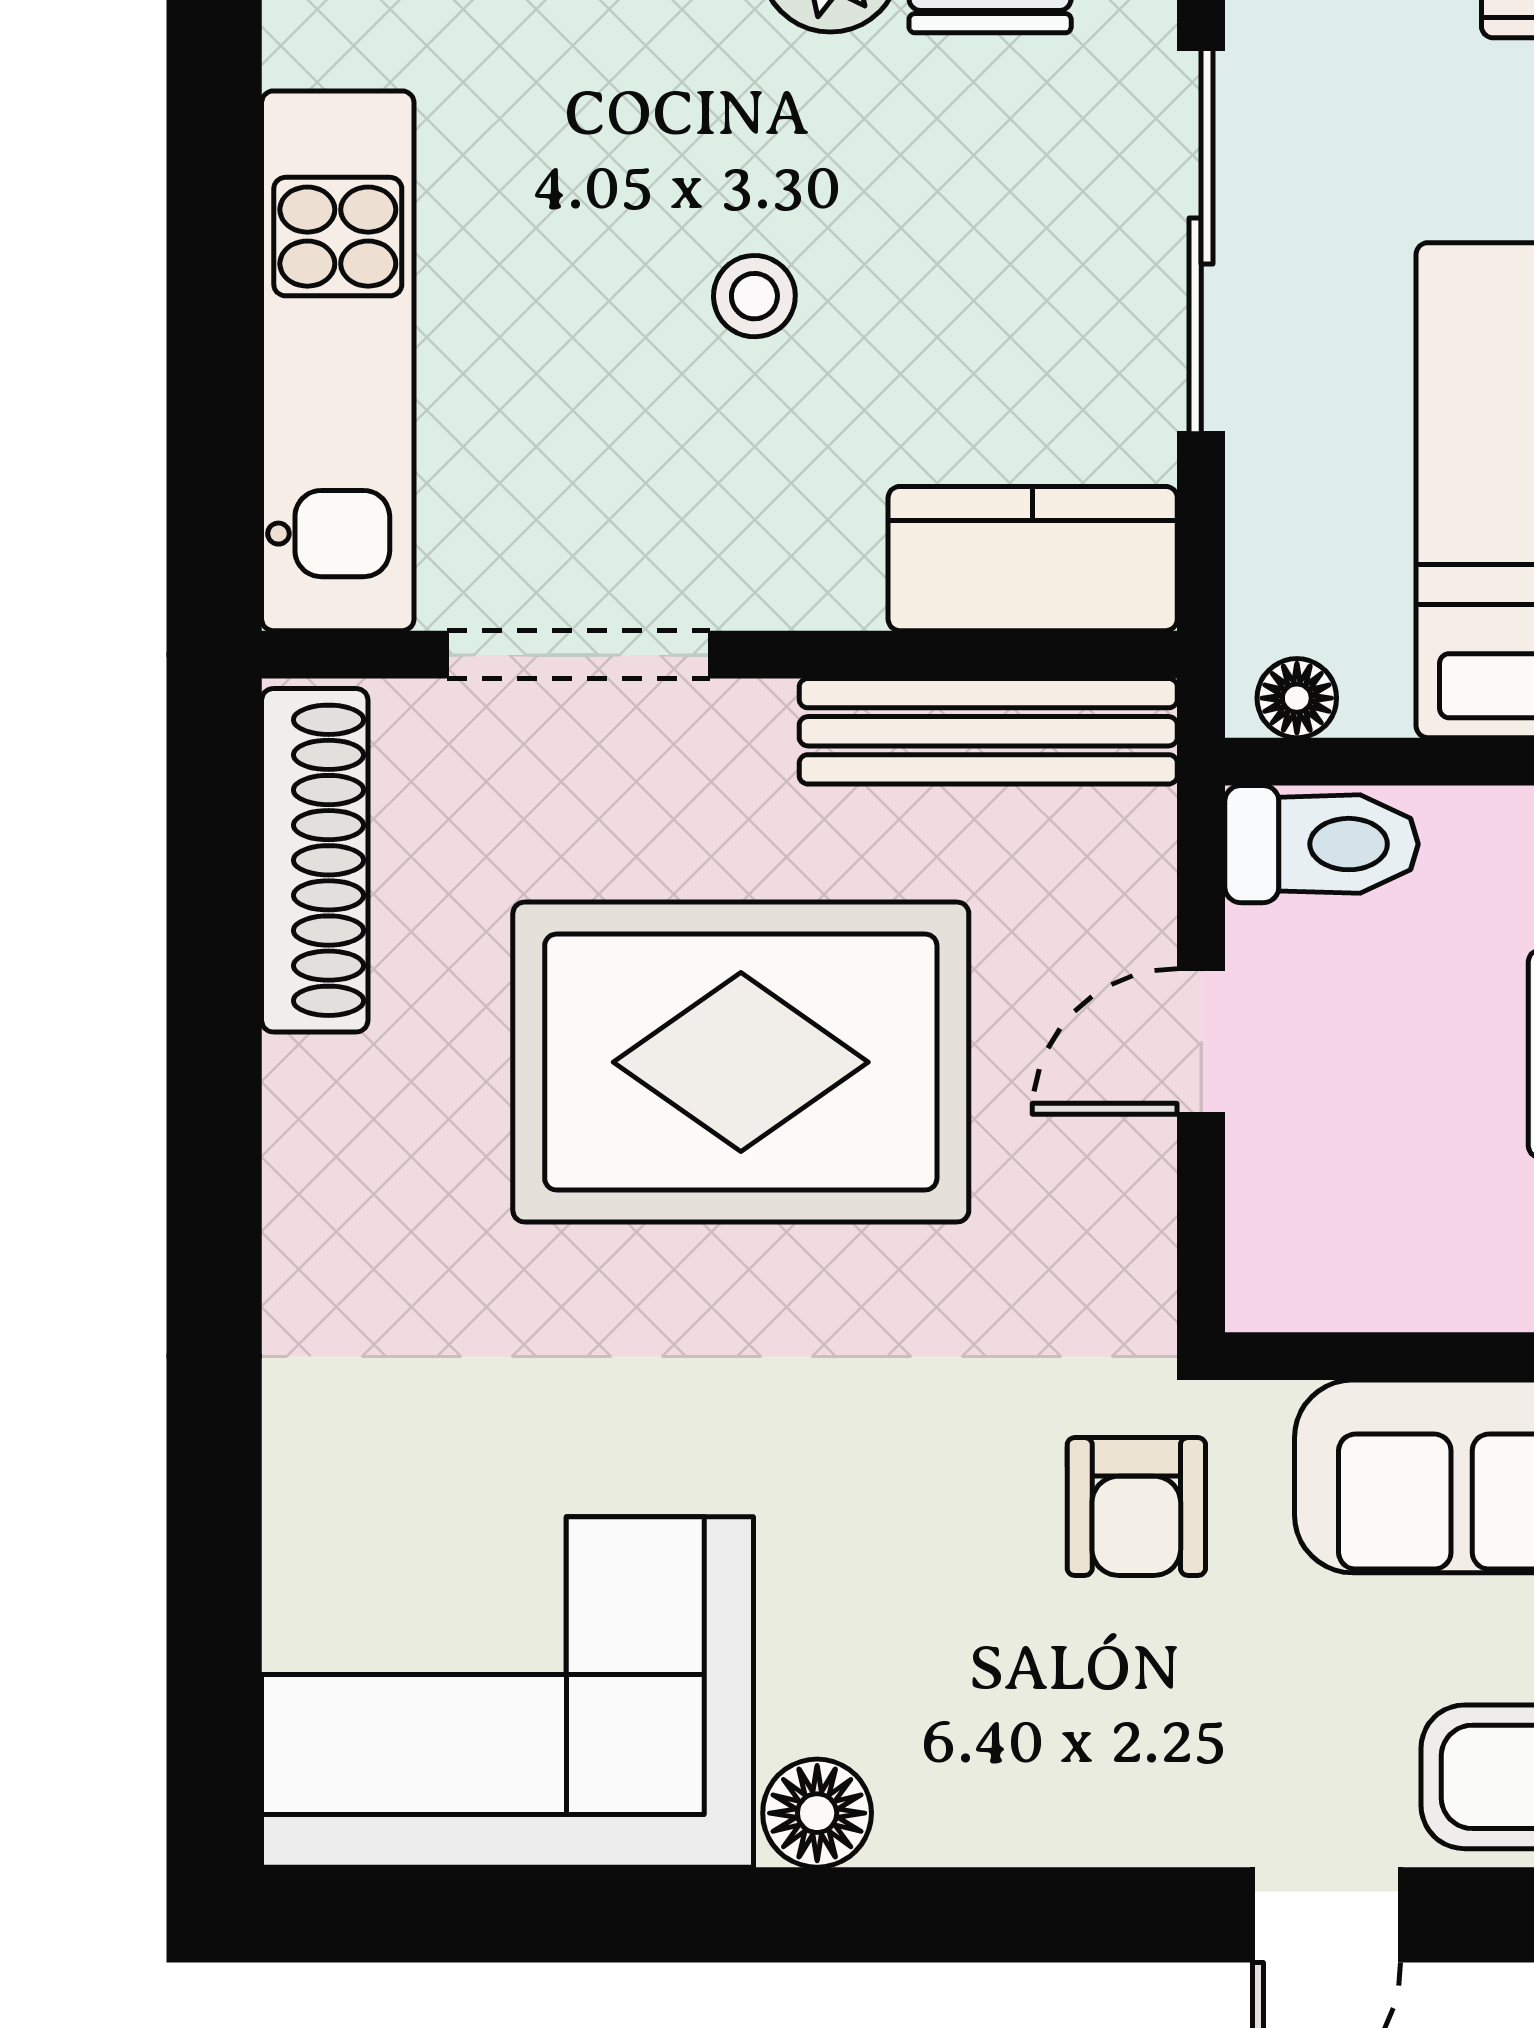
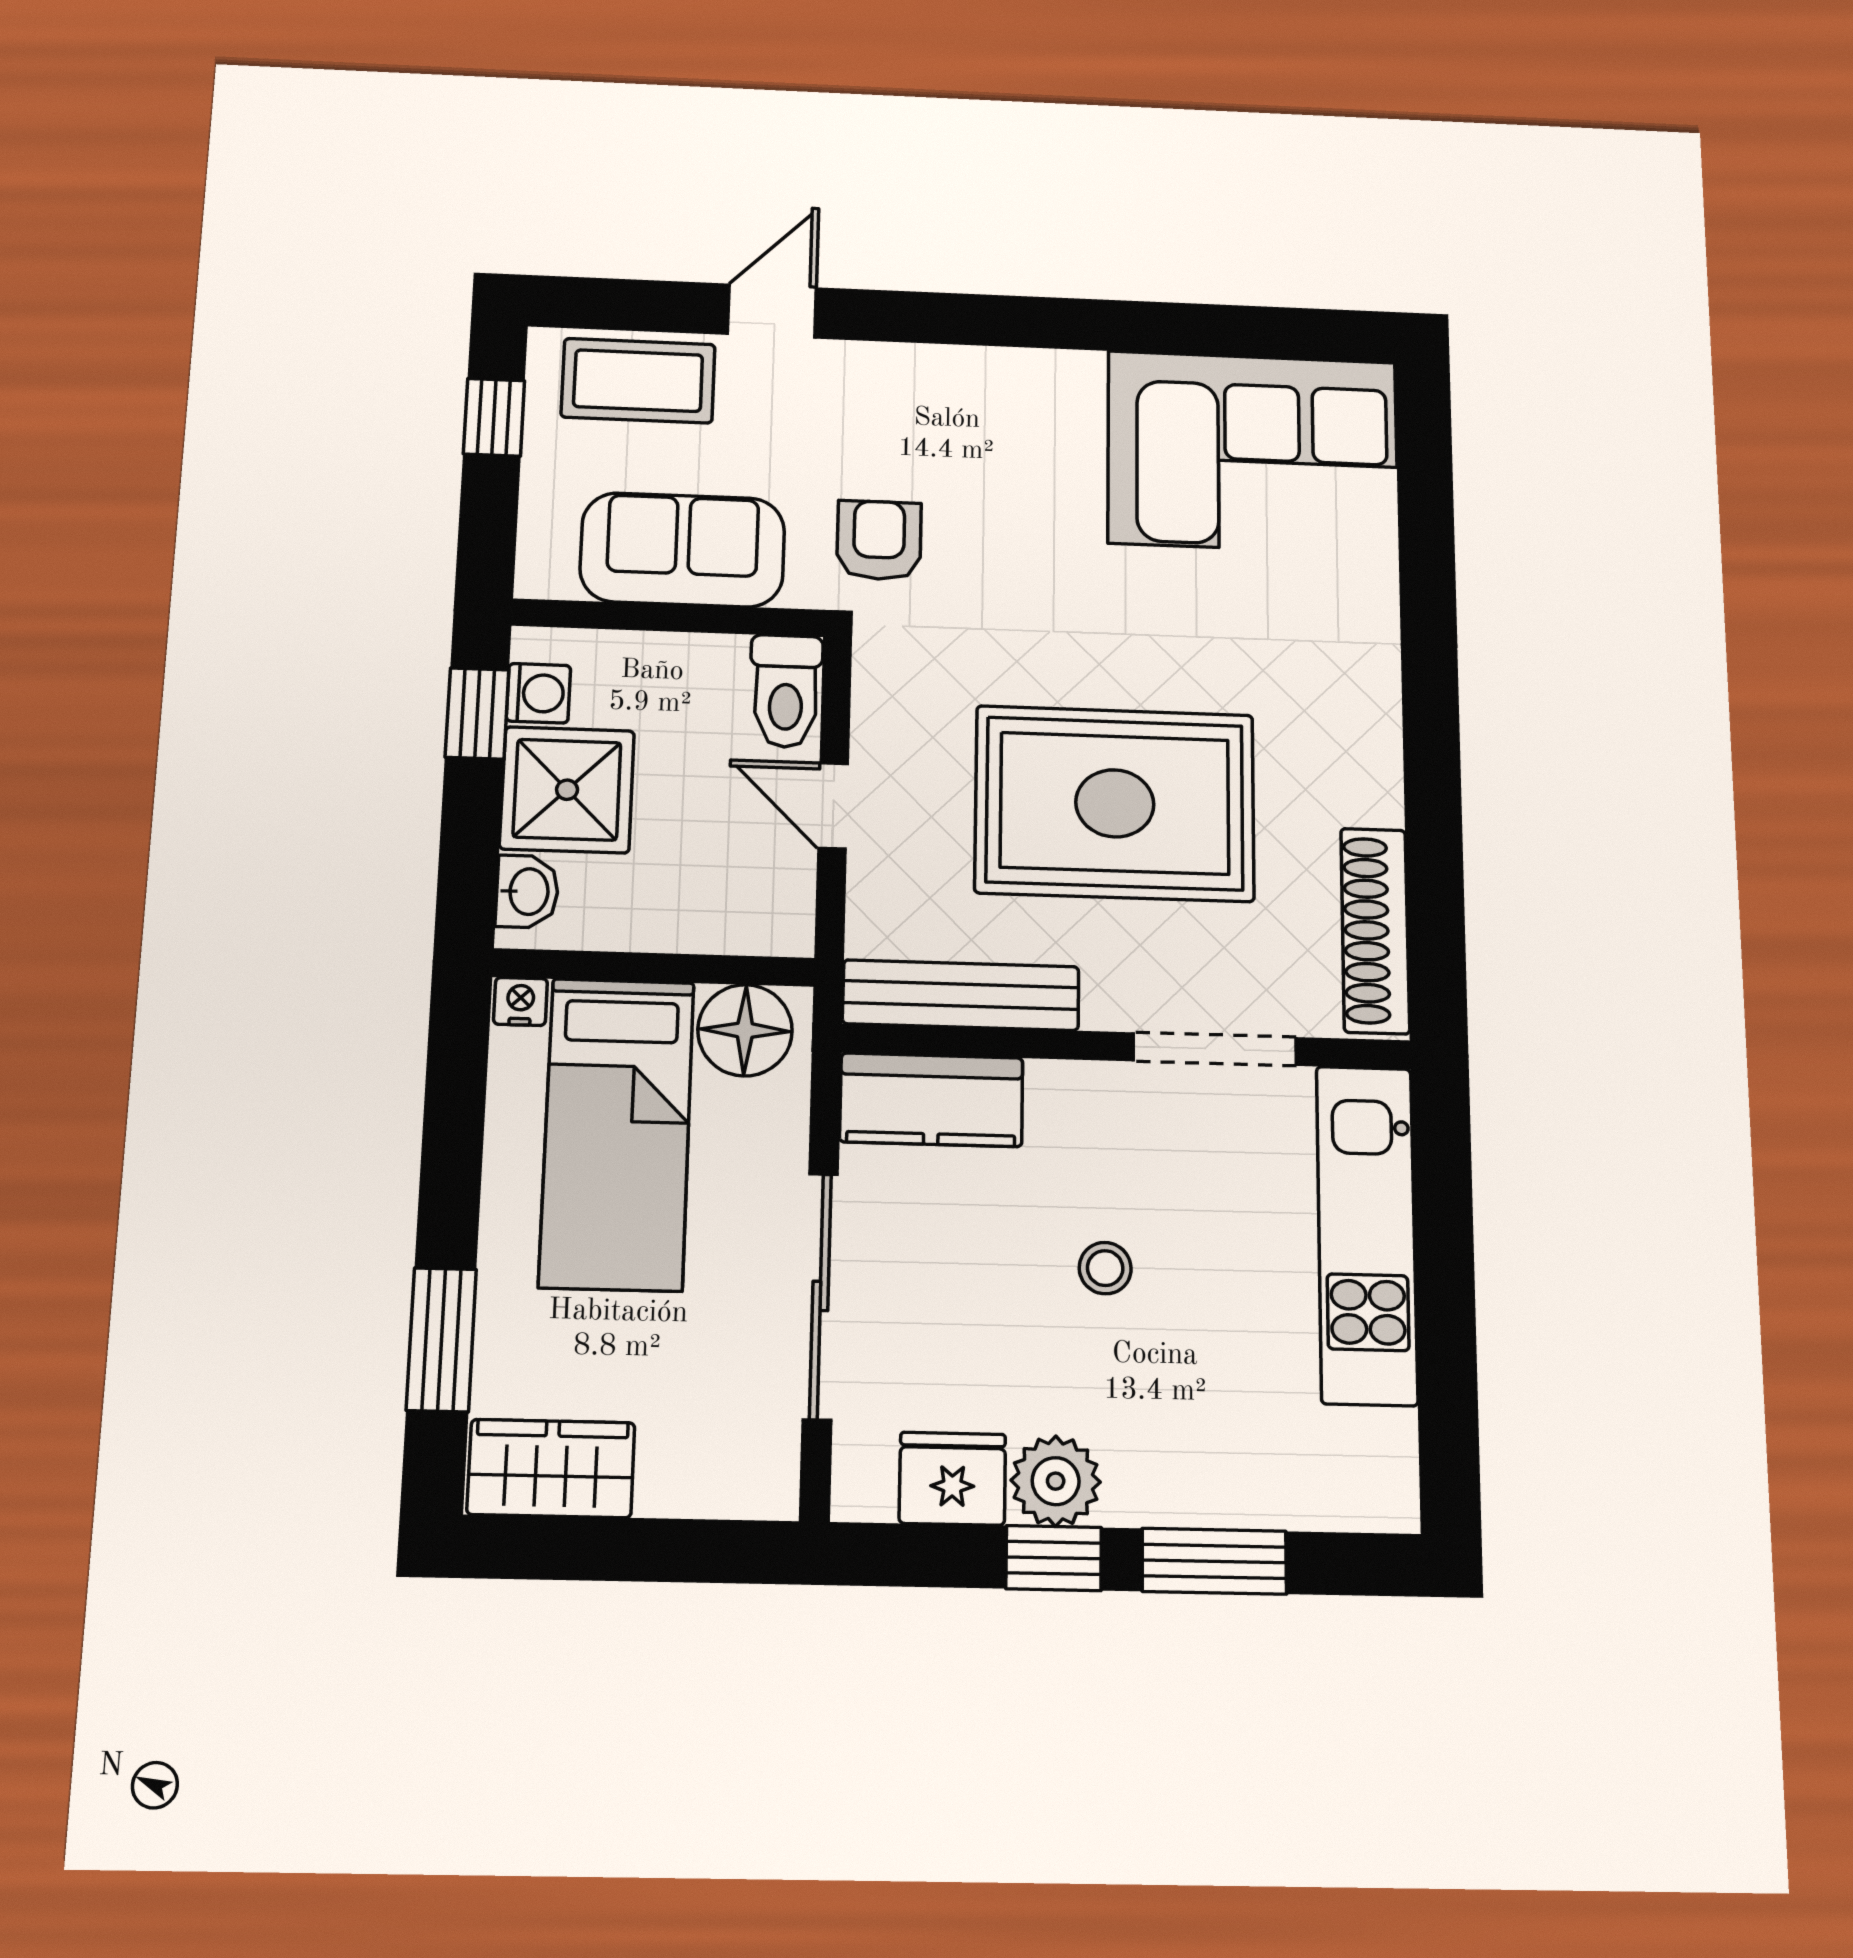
floor lamp: (1297, 698) -> (745, 1030), width x1.89, depth x1.89
toilet: (1321, 844) -> (786, 691), moved, turned -90
door: (1201, 1041) -> (833, 806), swing flipped
floor lamp: (817, 1813) -> (1071, 379), removed

